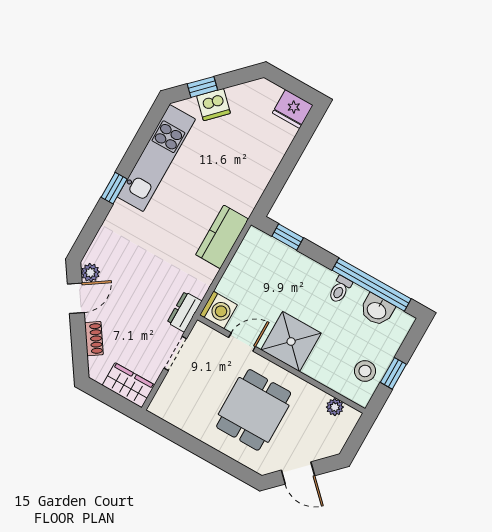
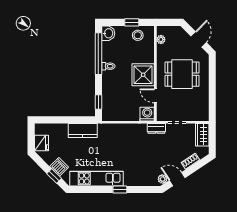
fridge: (293, 109) -> (41, 143), moved
kitchen counter: (222, 237) -> (83, 131), moved
washbasin: (377, 310) -> (108, 33), moved

